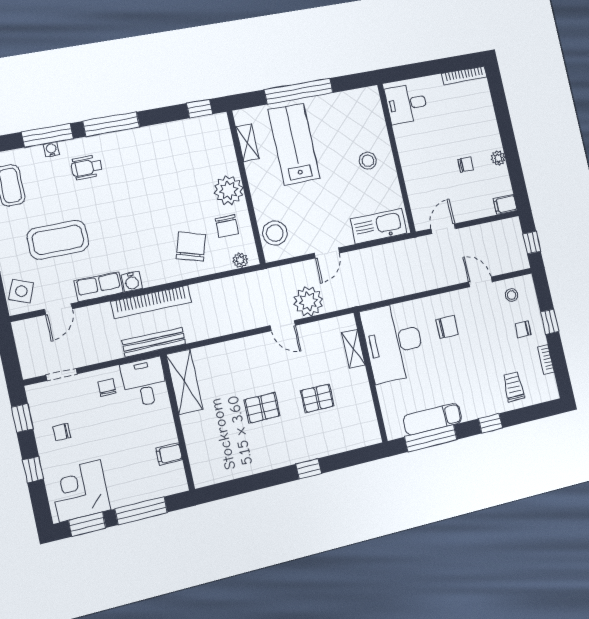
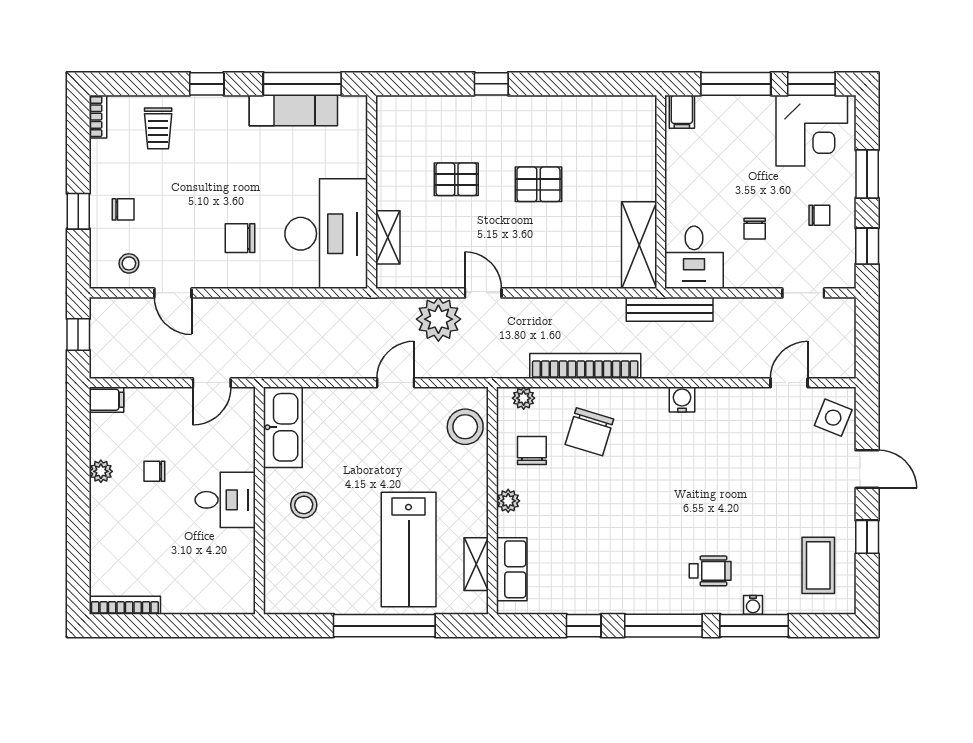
desk: (407, 104) -> (225, 500), moved
window: (200, 109) -> (584, 626), moved
plant: (229, 190) -> (508, 501), width x0.53, depth x0.53
kitchen sink: (378, 226) -> (283, 427), moved, turned -90
coffee table: (58, 240) -> (770, 478), removed
row of seats: (99, 287) -> (512, 569), moved, turned -90
bookcase: (151, 302) -> (585, 366), moved
bookcase: (546, 359) -> (98, 117), moved
chair: (107, 388) -> (755, 229), moved
filing cabinet: (169, 454) -> (682, 112), moved, turned 90
window: (33, 470) -> (867, 174), width x1.50

